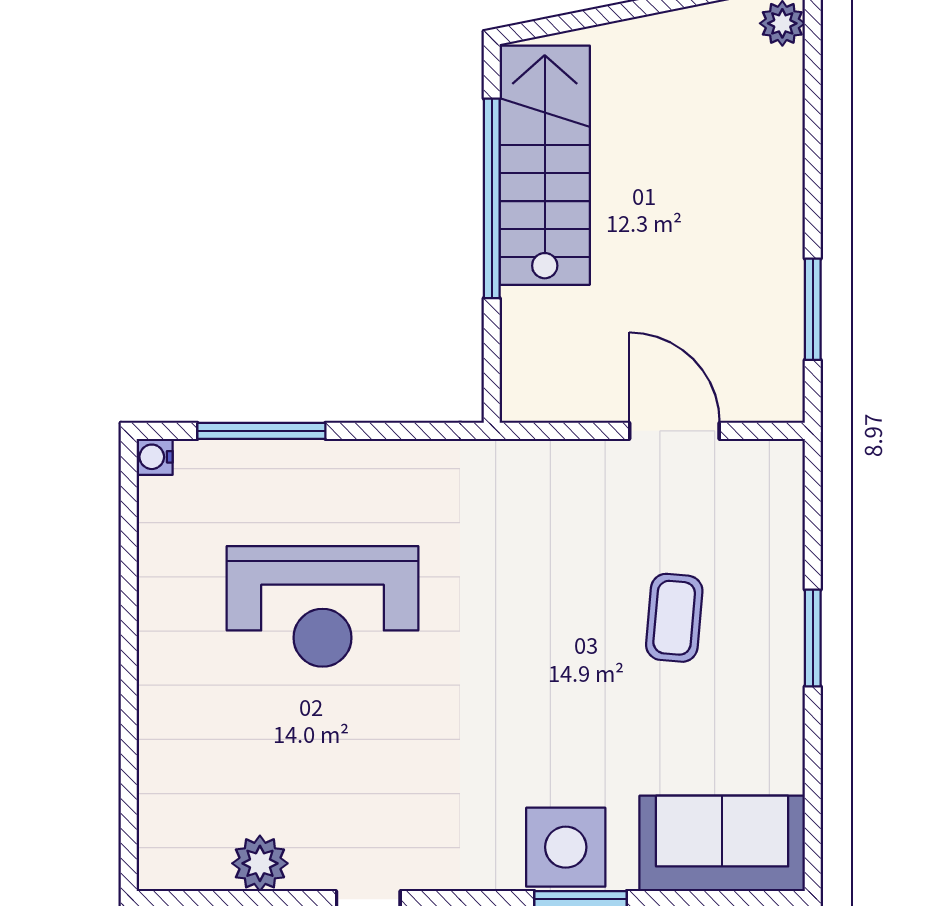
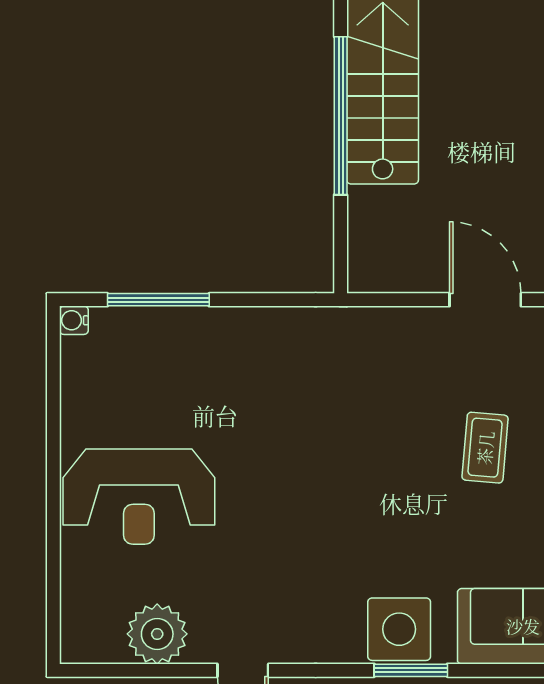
reception desk: (322, 606) -> (139, 497), moved
plant: (260, 863) -> (157, 634), width x1.36, depth x1.36

